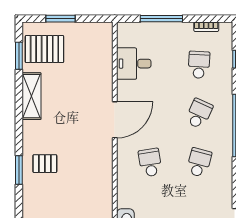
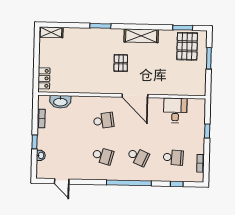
window: (161, 19) -> (207, 131), width x0.46
shelving: (31, 96) -> (141, 36), moved
pallet: (45, 164) -> (121, 63), moved

